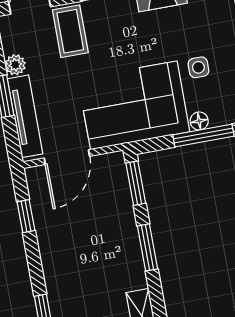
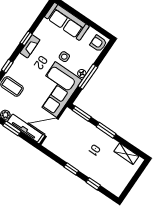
door: (67, 157) -> (51, 128), swing flipped
window: (26, 216) -> (71, 169), moved

